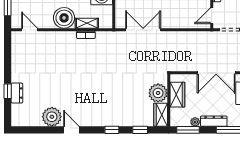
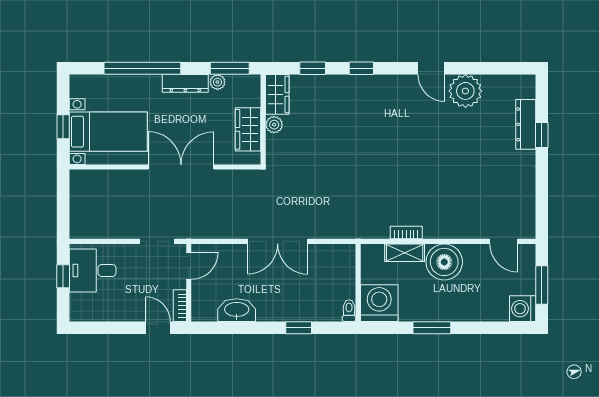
double door: (143, 30) -> (278, 241), moved
dresser: (17, 93) -> (526, 124), width x1.44
plant: (158, 93) -> (274, 125), width x0.53, depth x0.53

